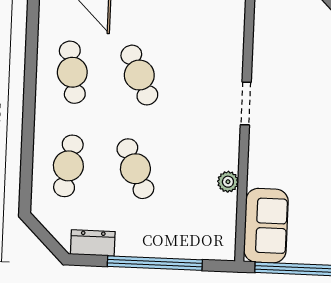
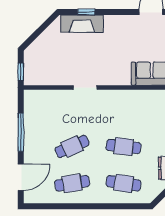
cafe table: (135, 169) -> (124, 147), turned 30
plant: (228, 182) -> (129, 95), removed

